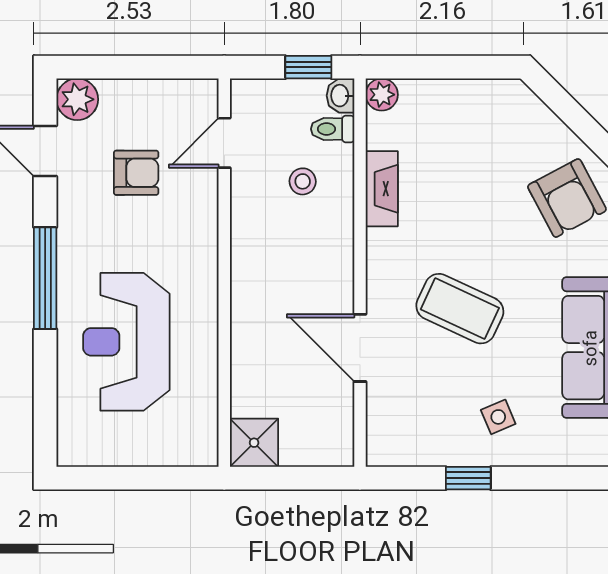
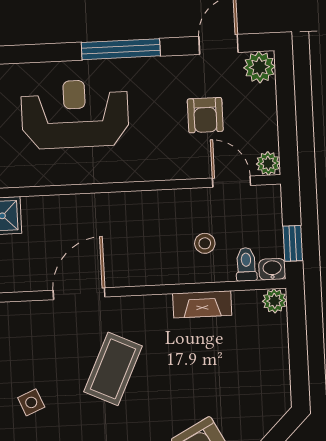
plant: (203, 94) -> (268, 163), added

